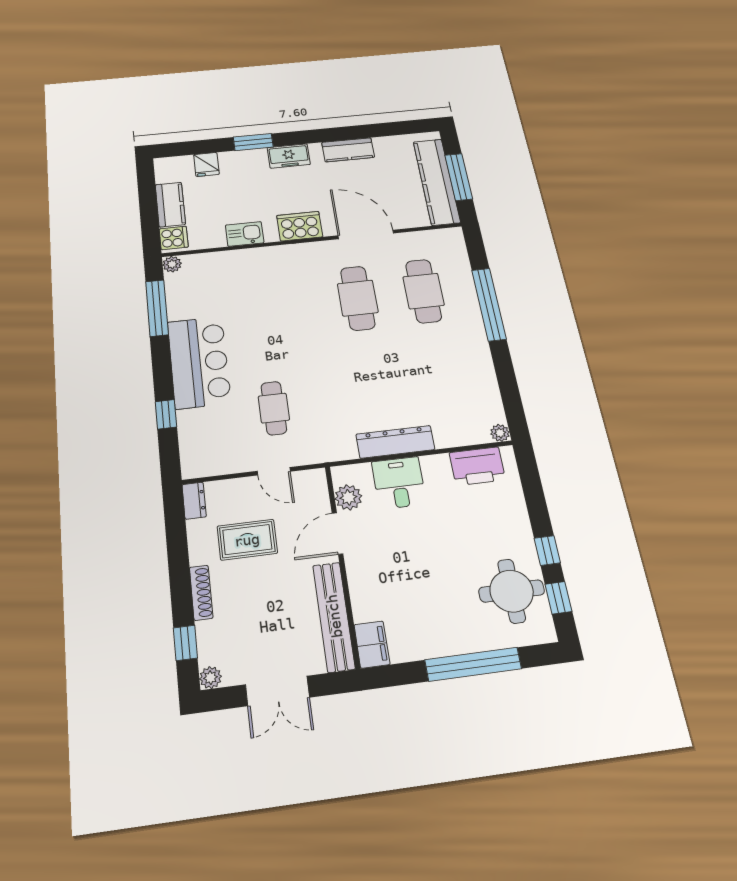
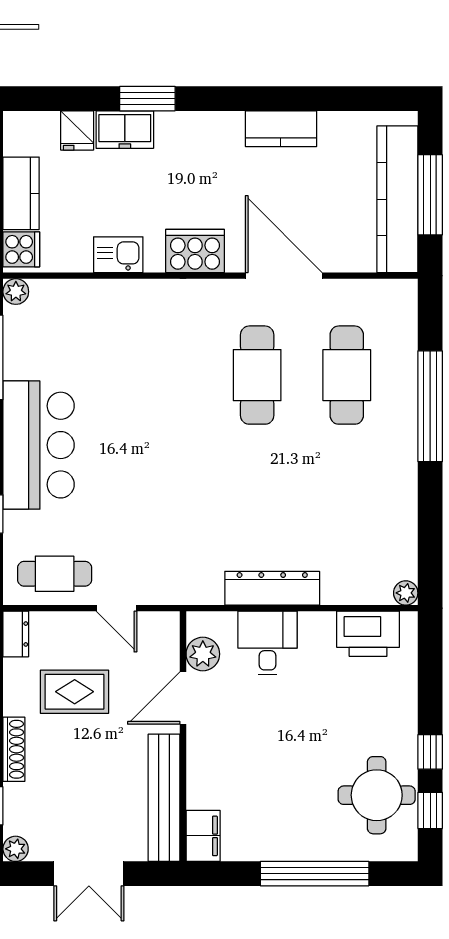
freezer: (289, 156) -> (125, 130), moved
cafe table: (274, 408) -> (55, 574), moved, turned 90

